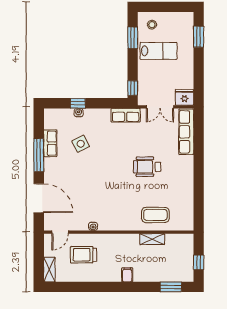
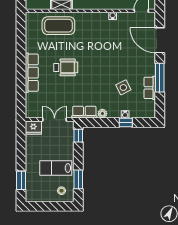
plant: (105, 114) -> (102, 114), added
row of seats: (186, 132) -> (32, 73), moved
coffee table: (155, 215) -> (58, 26), width x1.36, depth x1.32

